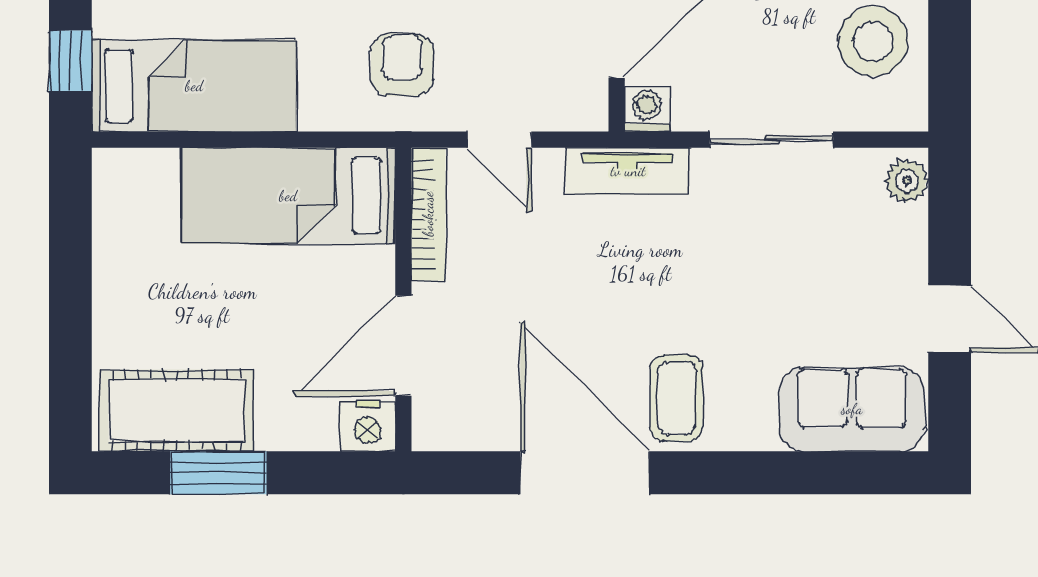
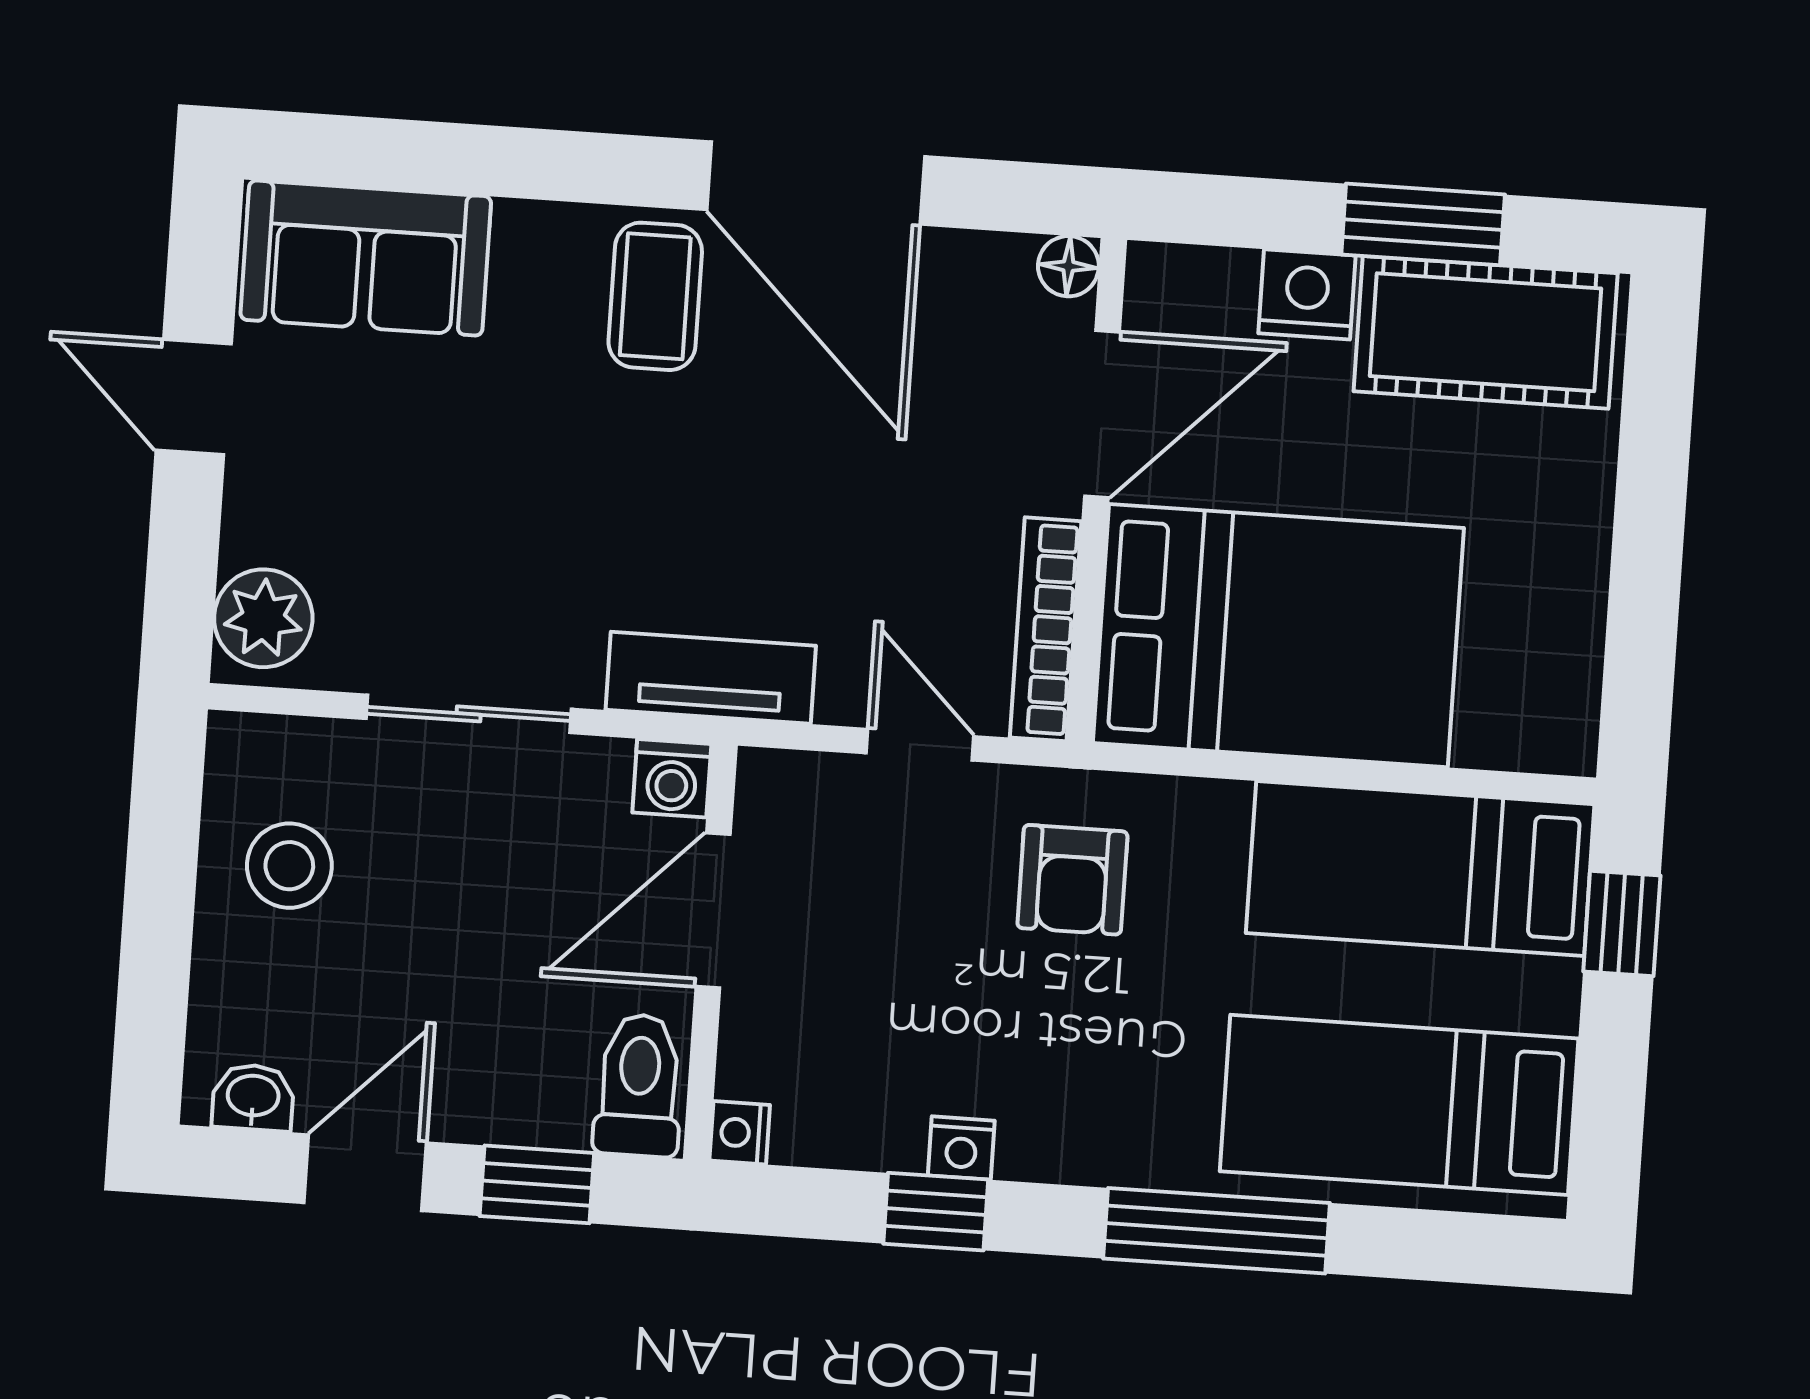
stool: (873, 41) -> (289, 866), width x0.73, depth x0.73
plant: (907, 181) -> (263, 618), width x1.38, depth x1.38
bed: (288, 196) -> (1278, 636), width x1.50
nightstand: (368, 426) -> (1307, 294), moved
floor lamp: (430, 433) -> (1068, 266), added

